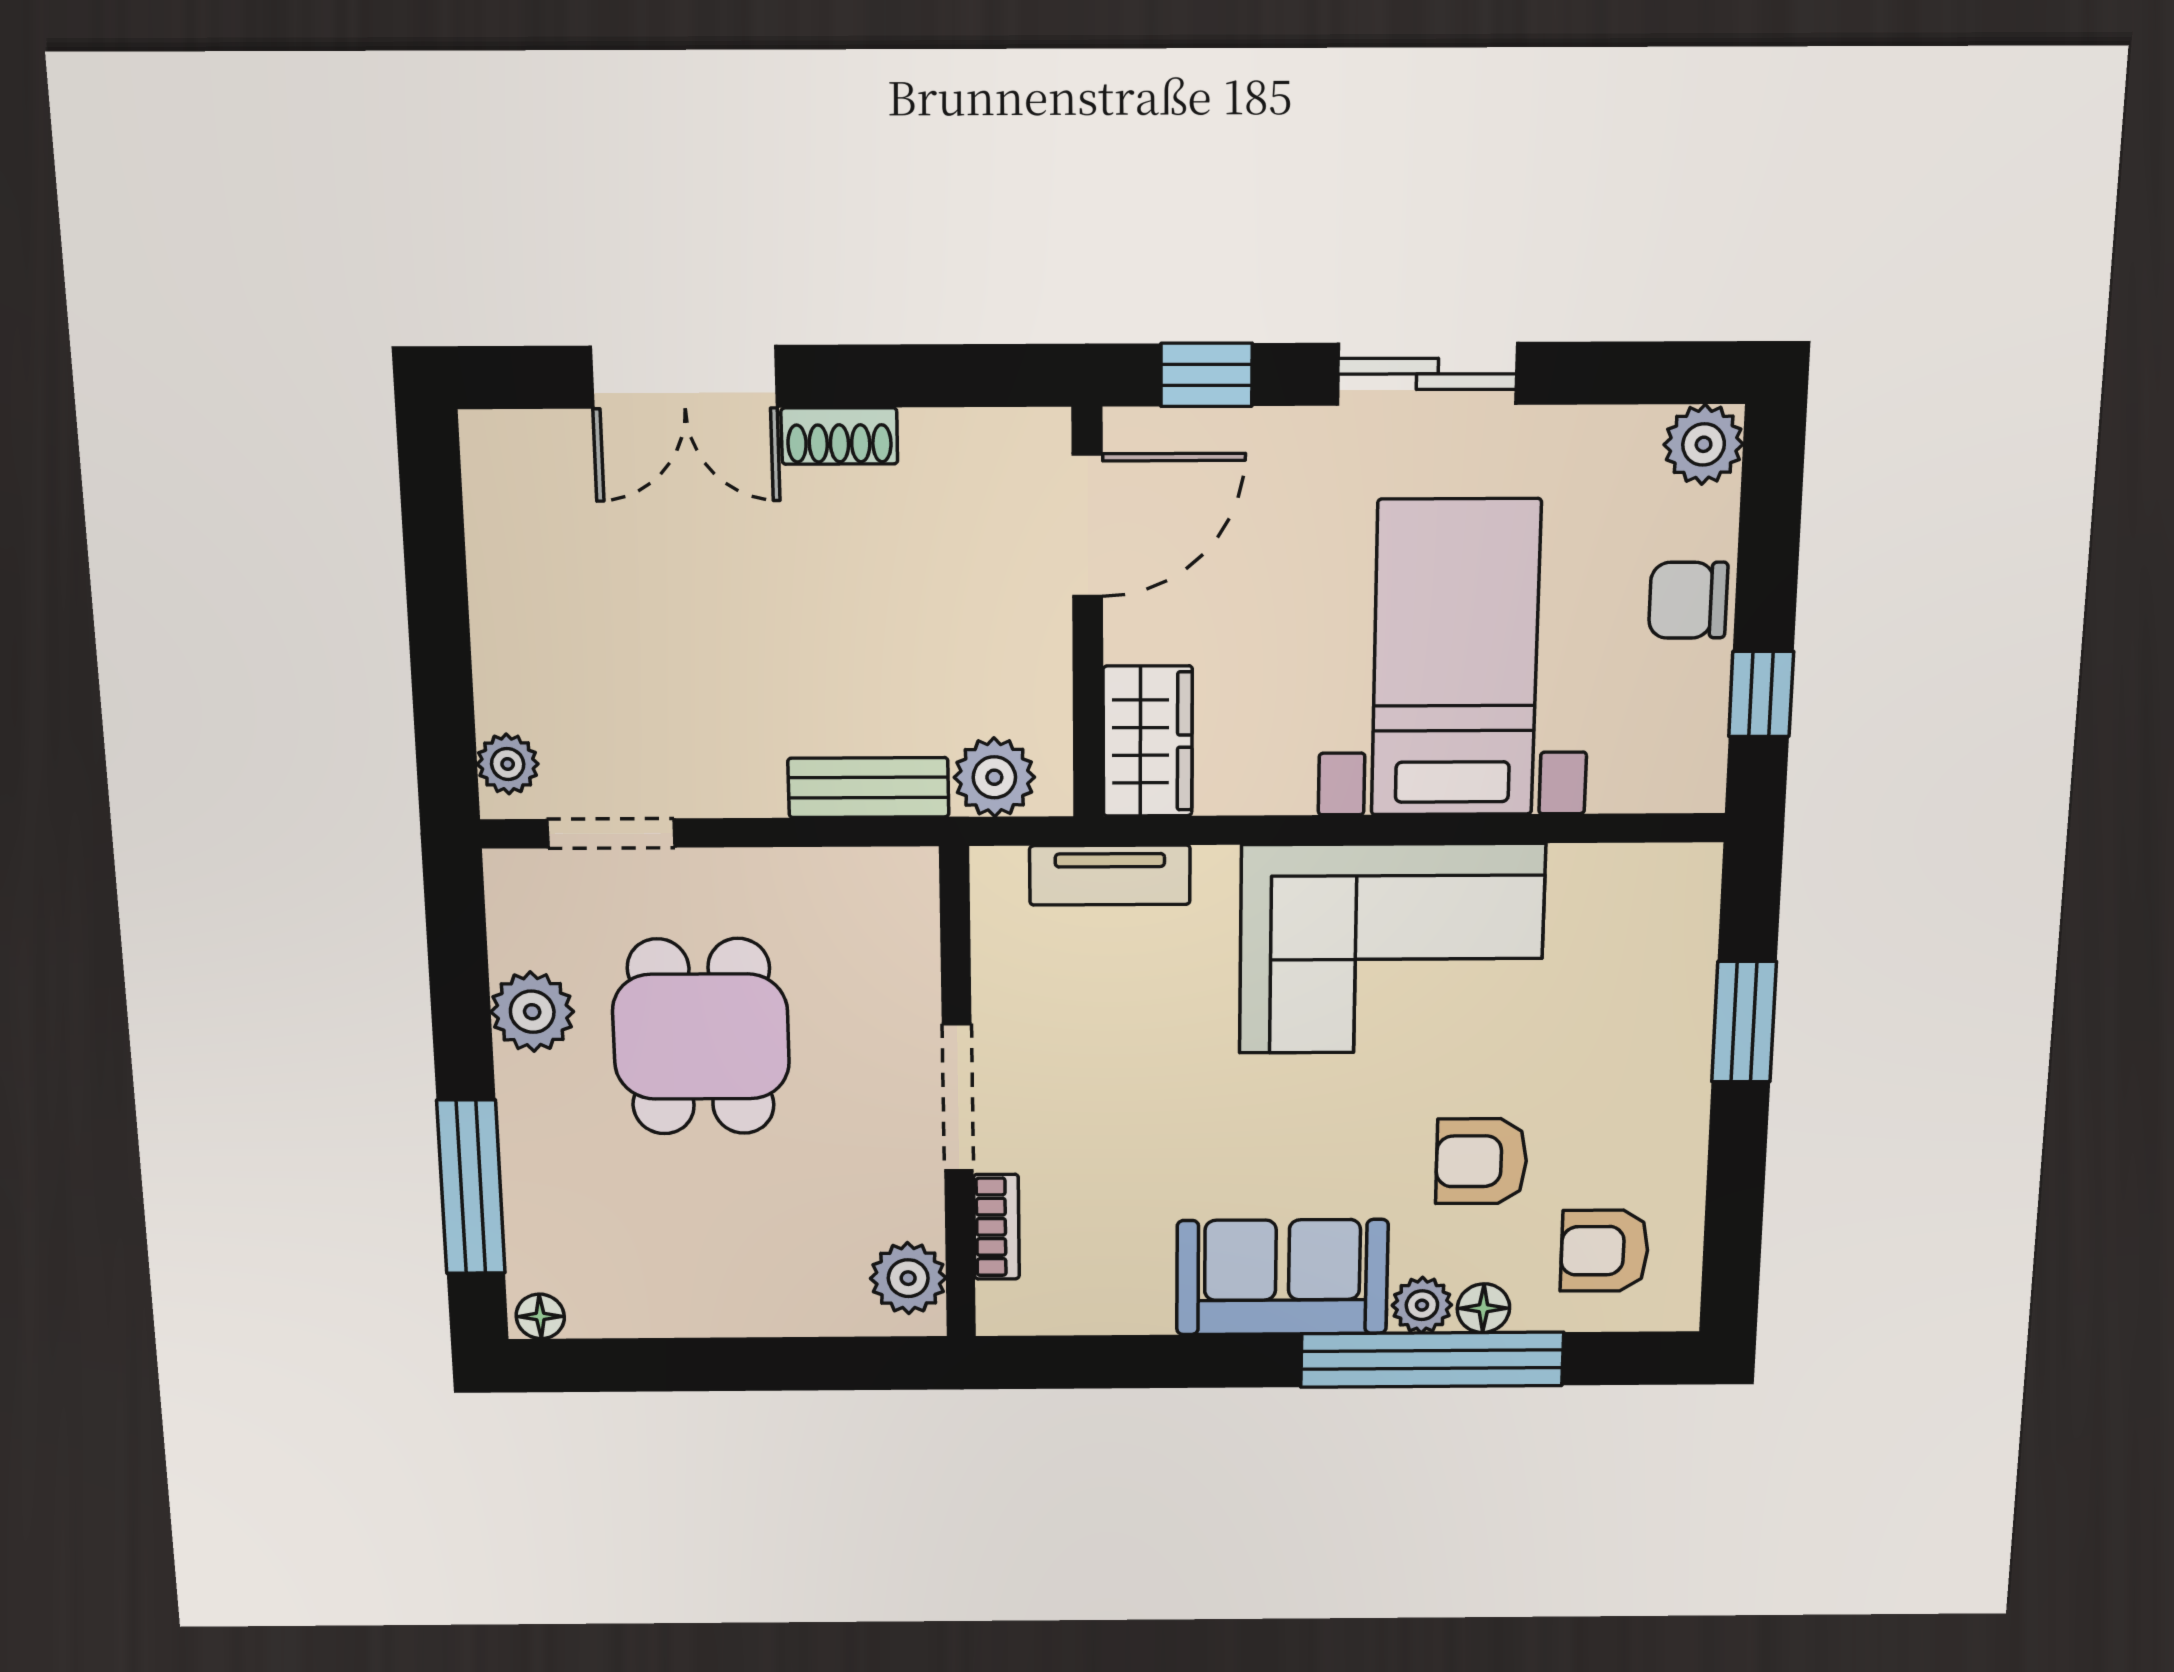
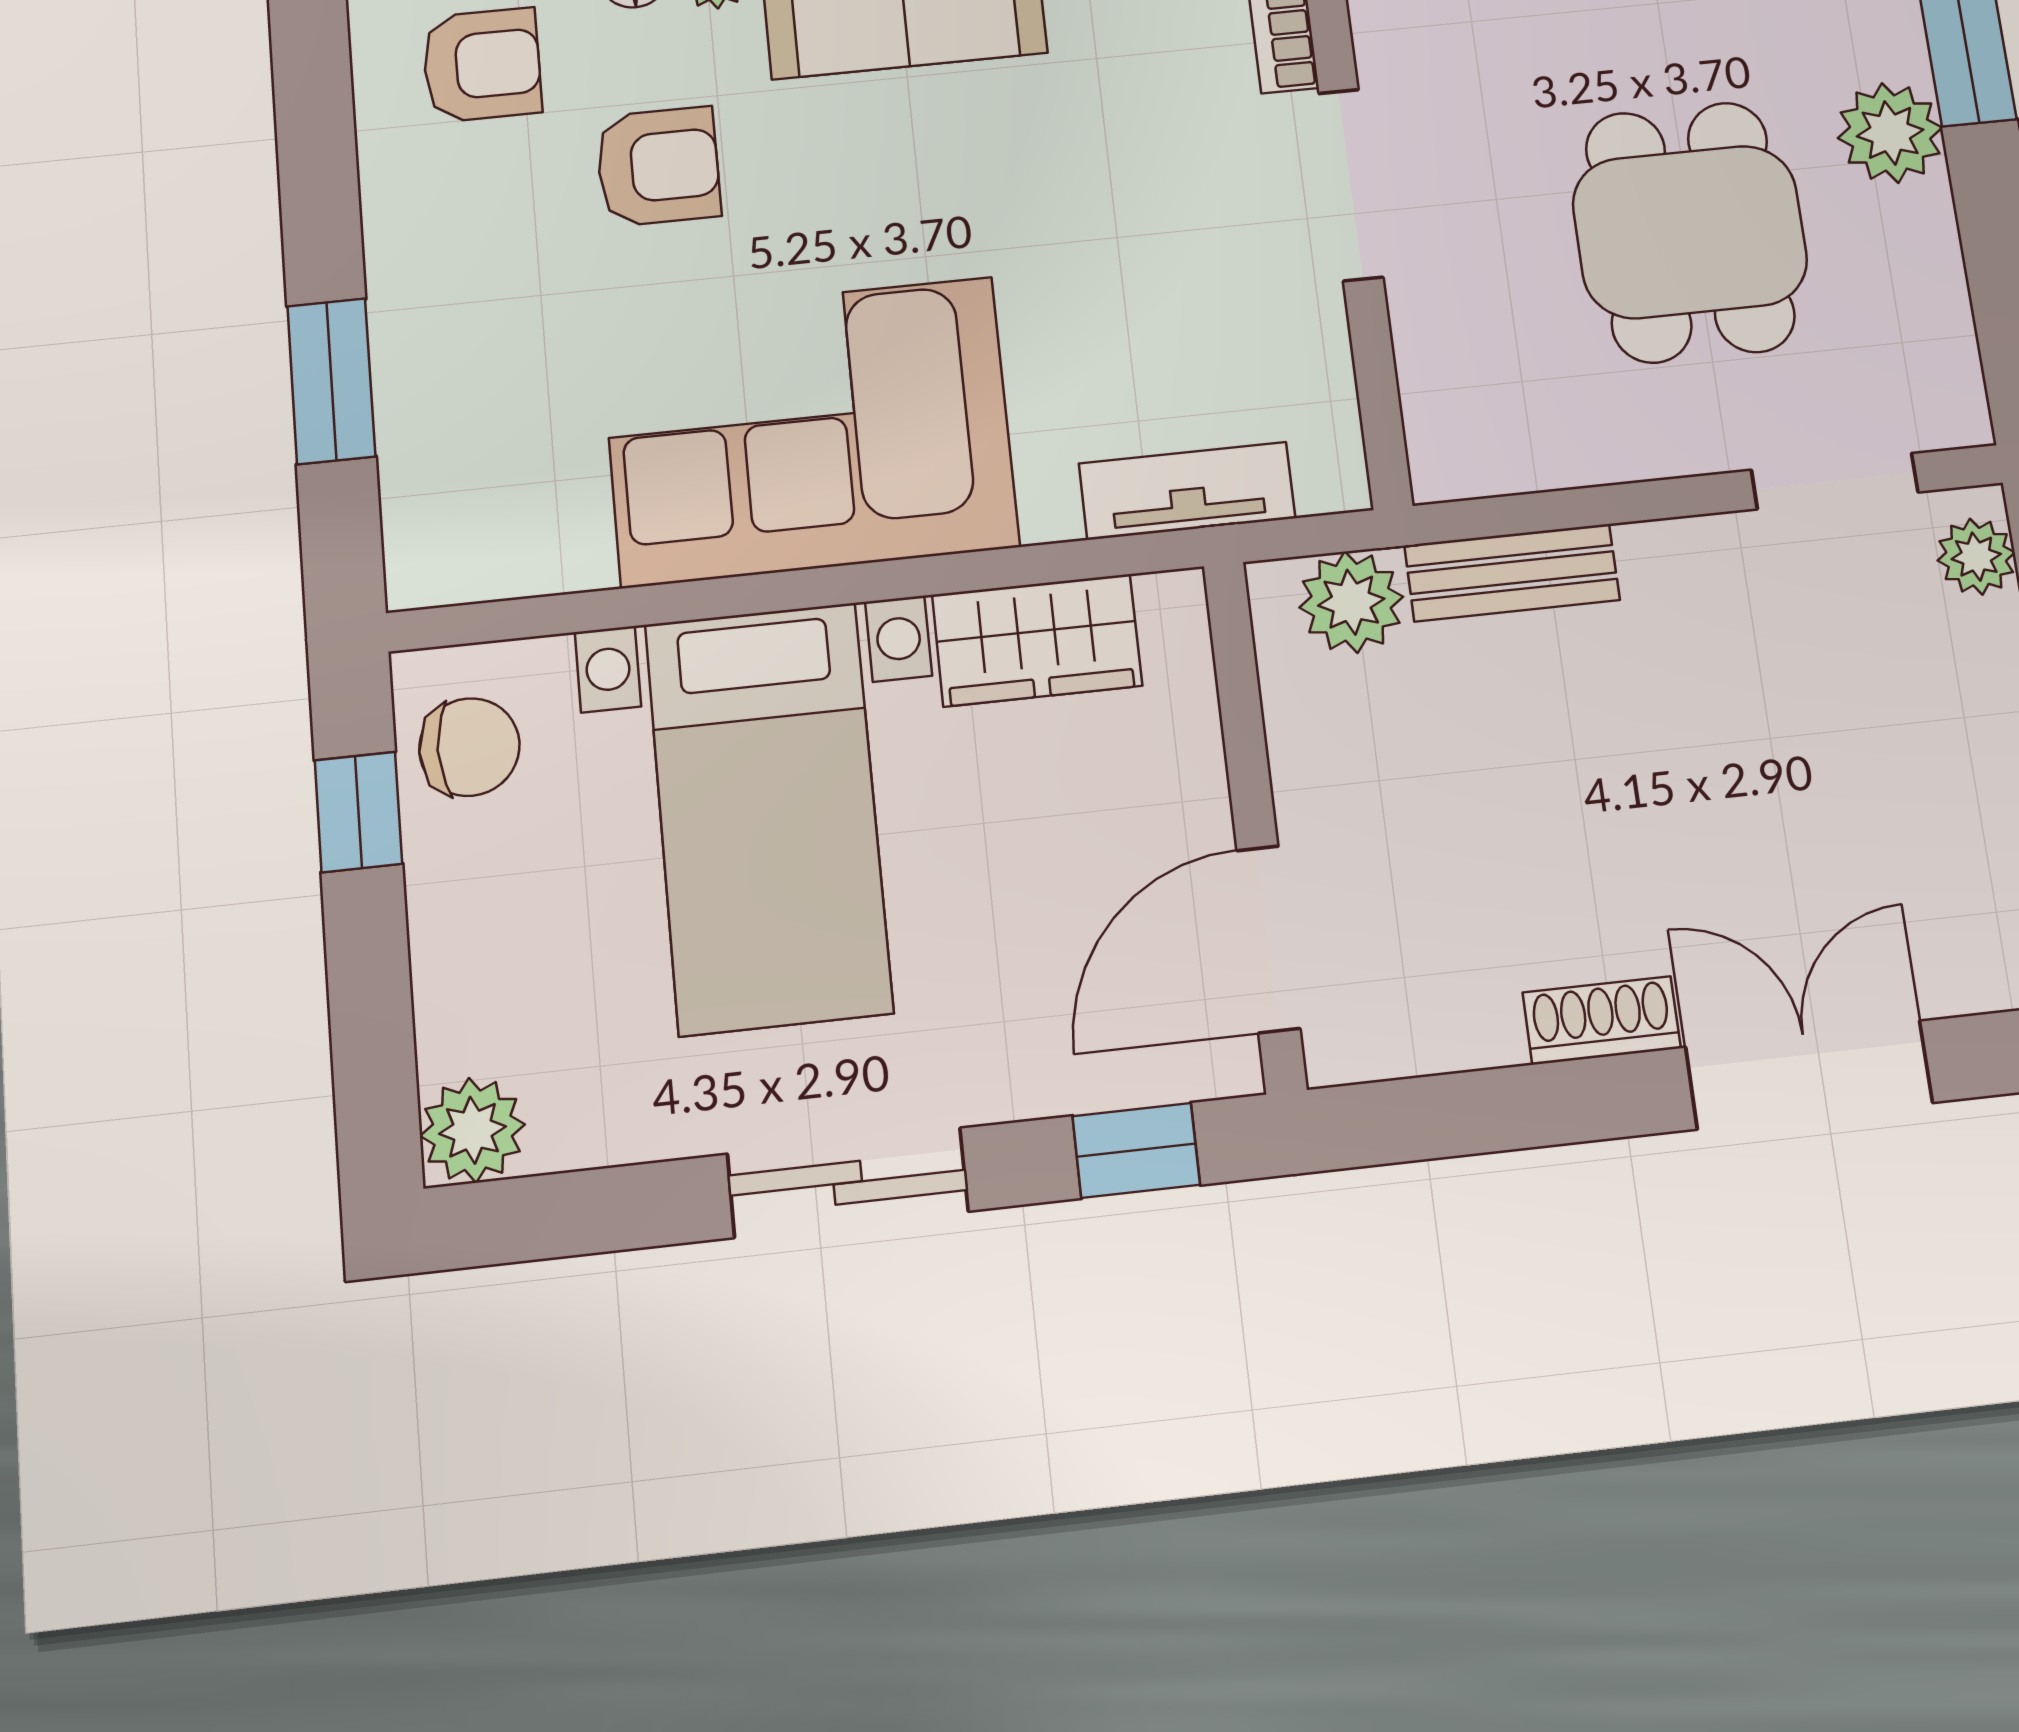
chair: (1688, 600) -> (469, 747), moved
wardrobe: (1148, 741) -> (1037, 640), moved, turned -90
plant: (532, 1012) -> (1890, 133), moved

